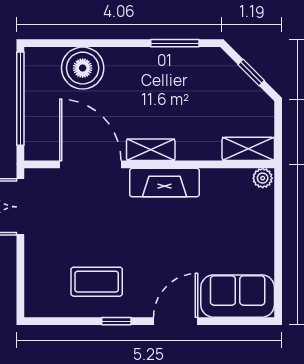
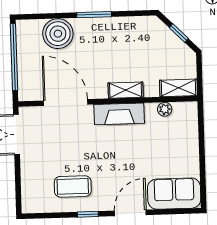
window: (175, 43) -> (94, 15), moved
shelving: (151, 150) -> (126, 90), moved
plant: (263, 178) -> (165, 109), moved

